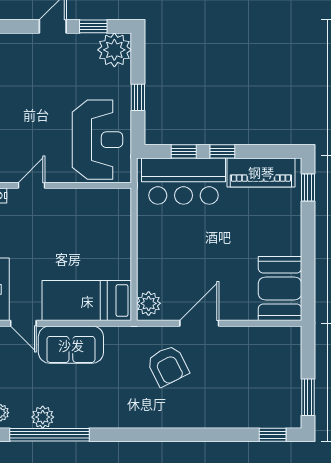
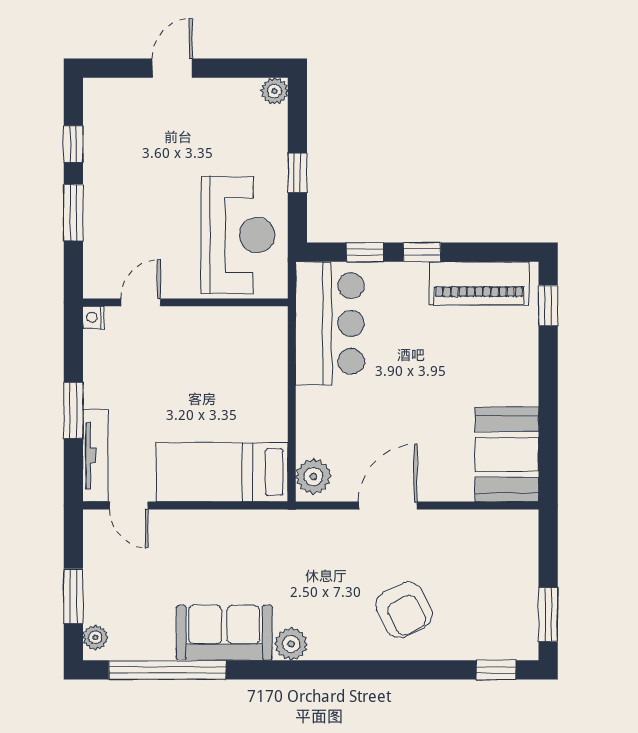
window: (93, 26) -> (232, 68), removed
plant: (114, 50) -> (275, 91), width x0.53, depth x0.53
bar counter: (183, 181) -> (330, 323), moved, turned -90
sofa: (71, 345) -> (224, 633), moved, turned 180
armchair: (168, 366) -> (404, 610), moved
plant: (43, 417) -> (291, 644), moved

